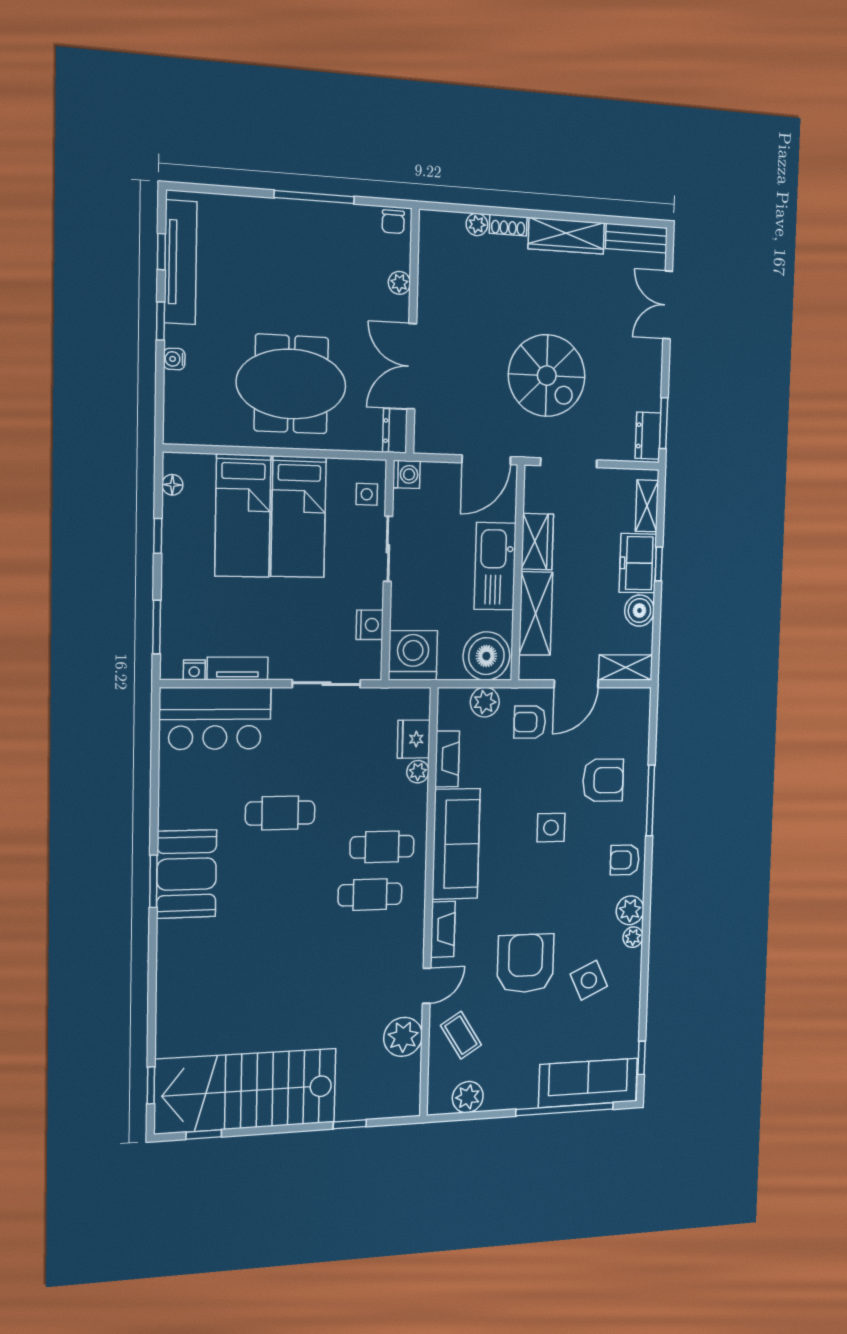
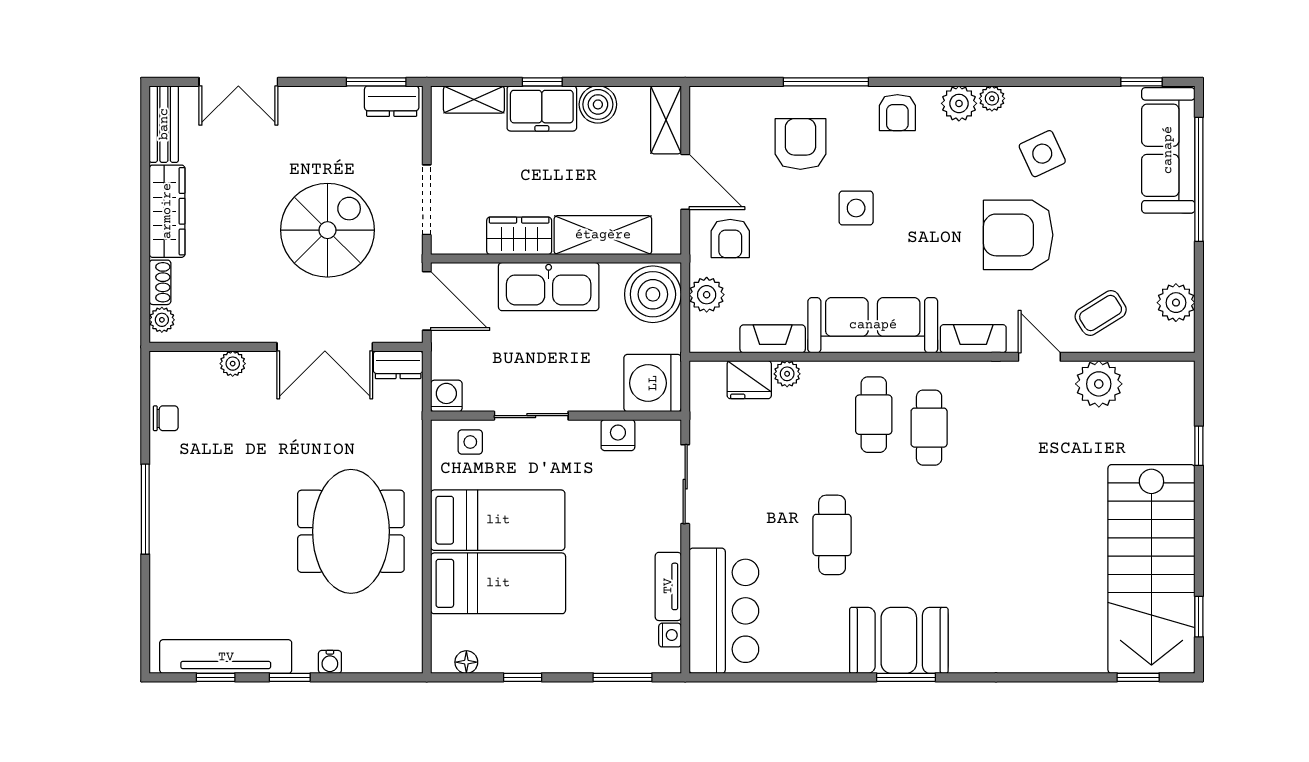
plant: (399, 283) -> (233, 364), moved
wall: (413, 332) -> (286, 347), moved
double door: (412, 366) -> (325, 347), moved
dresser: (395, 431) -> (398, 365), moved

